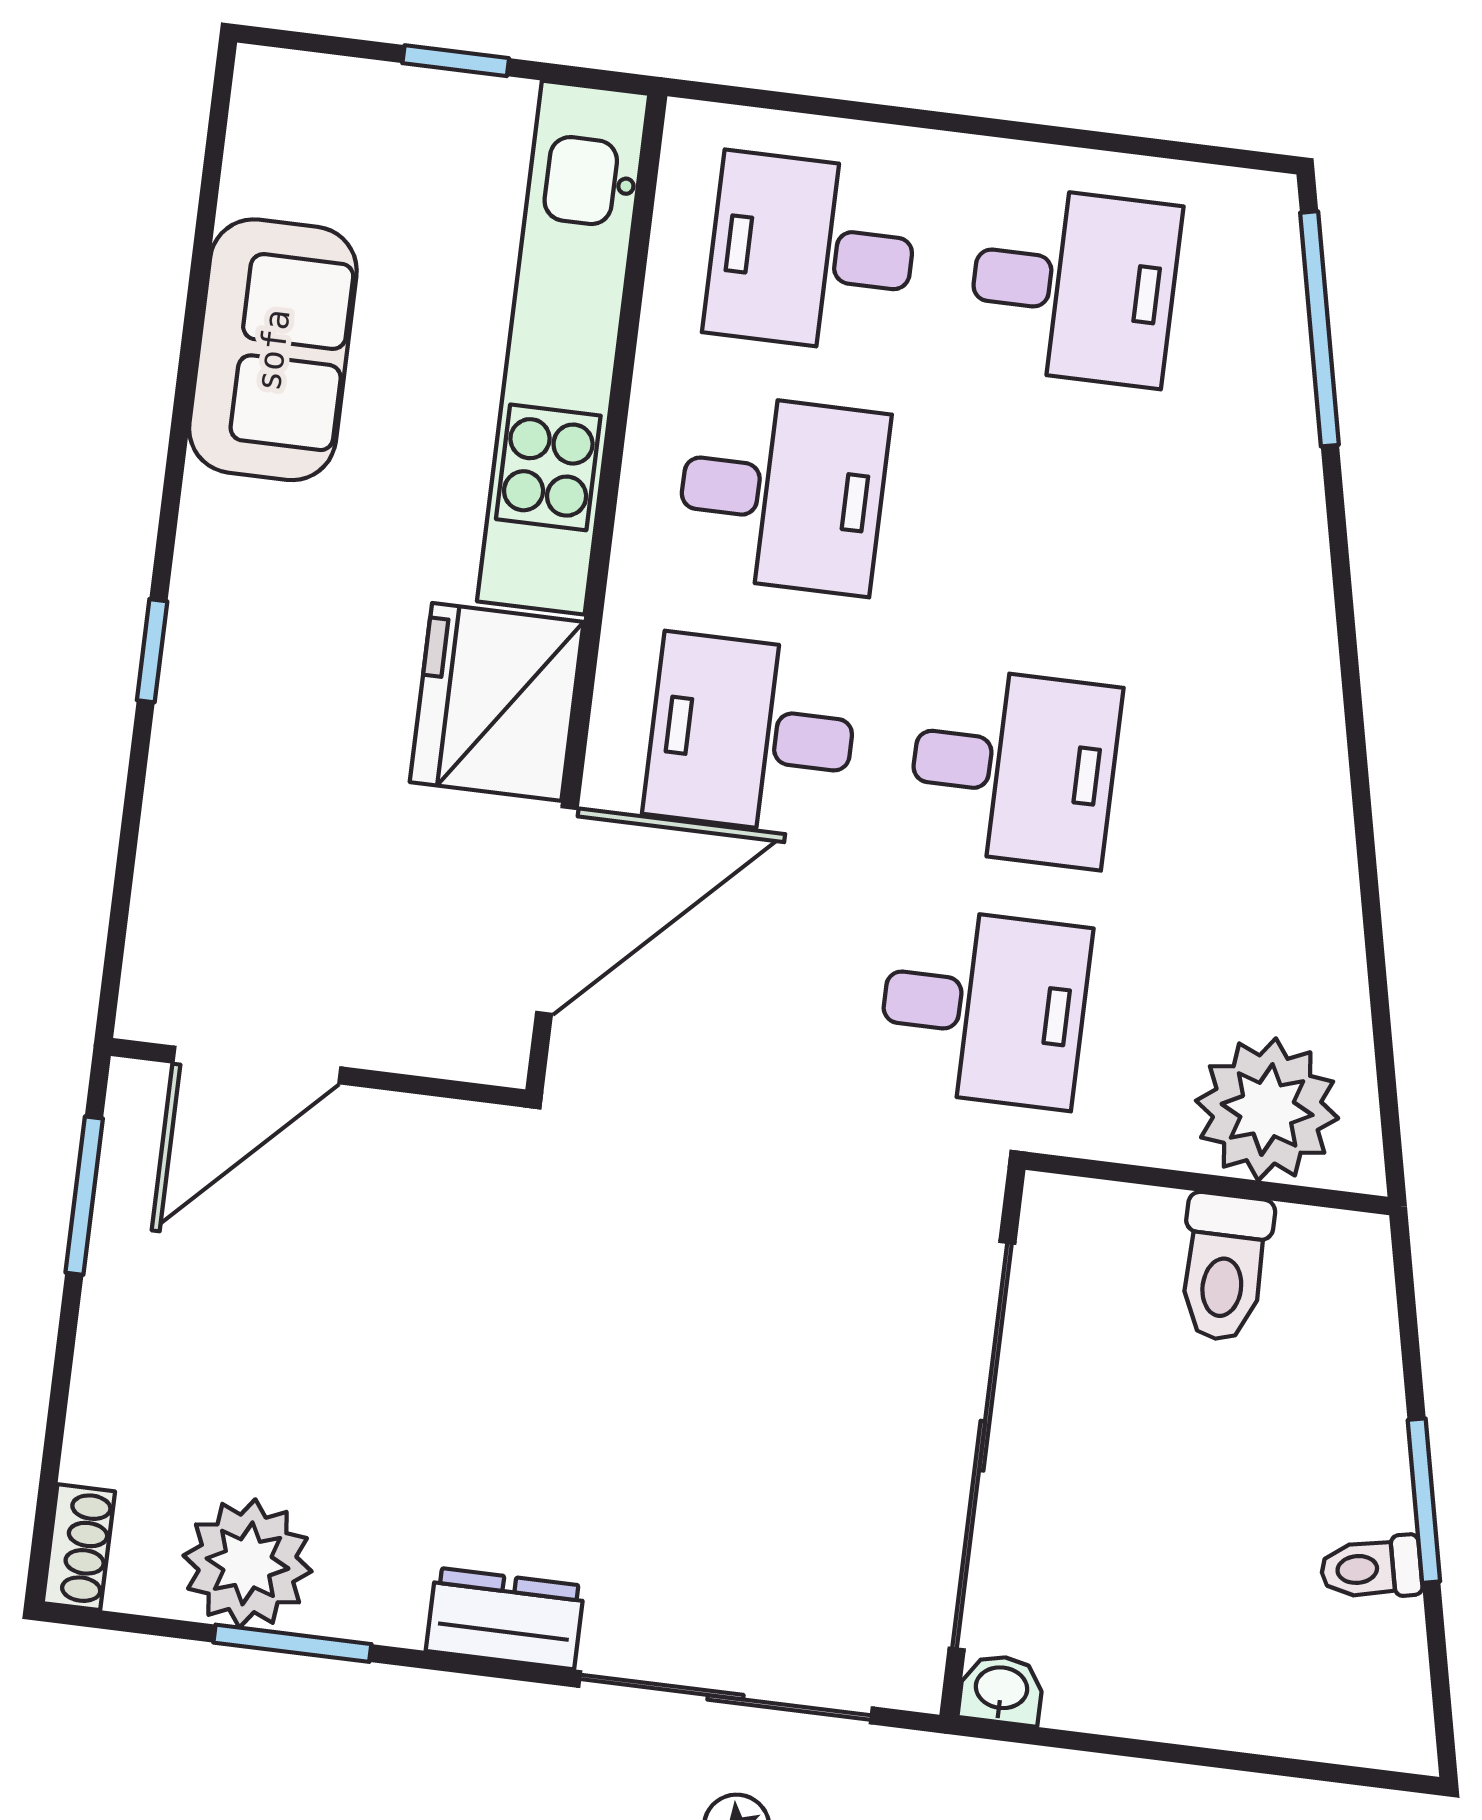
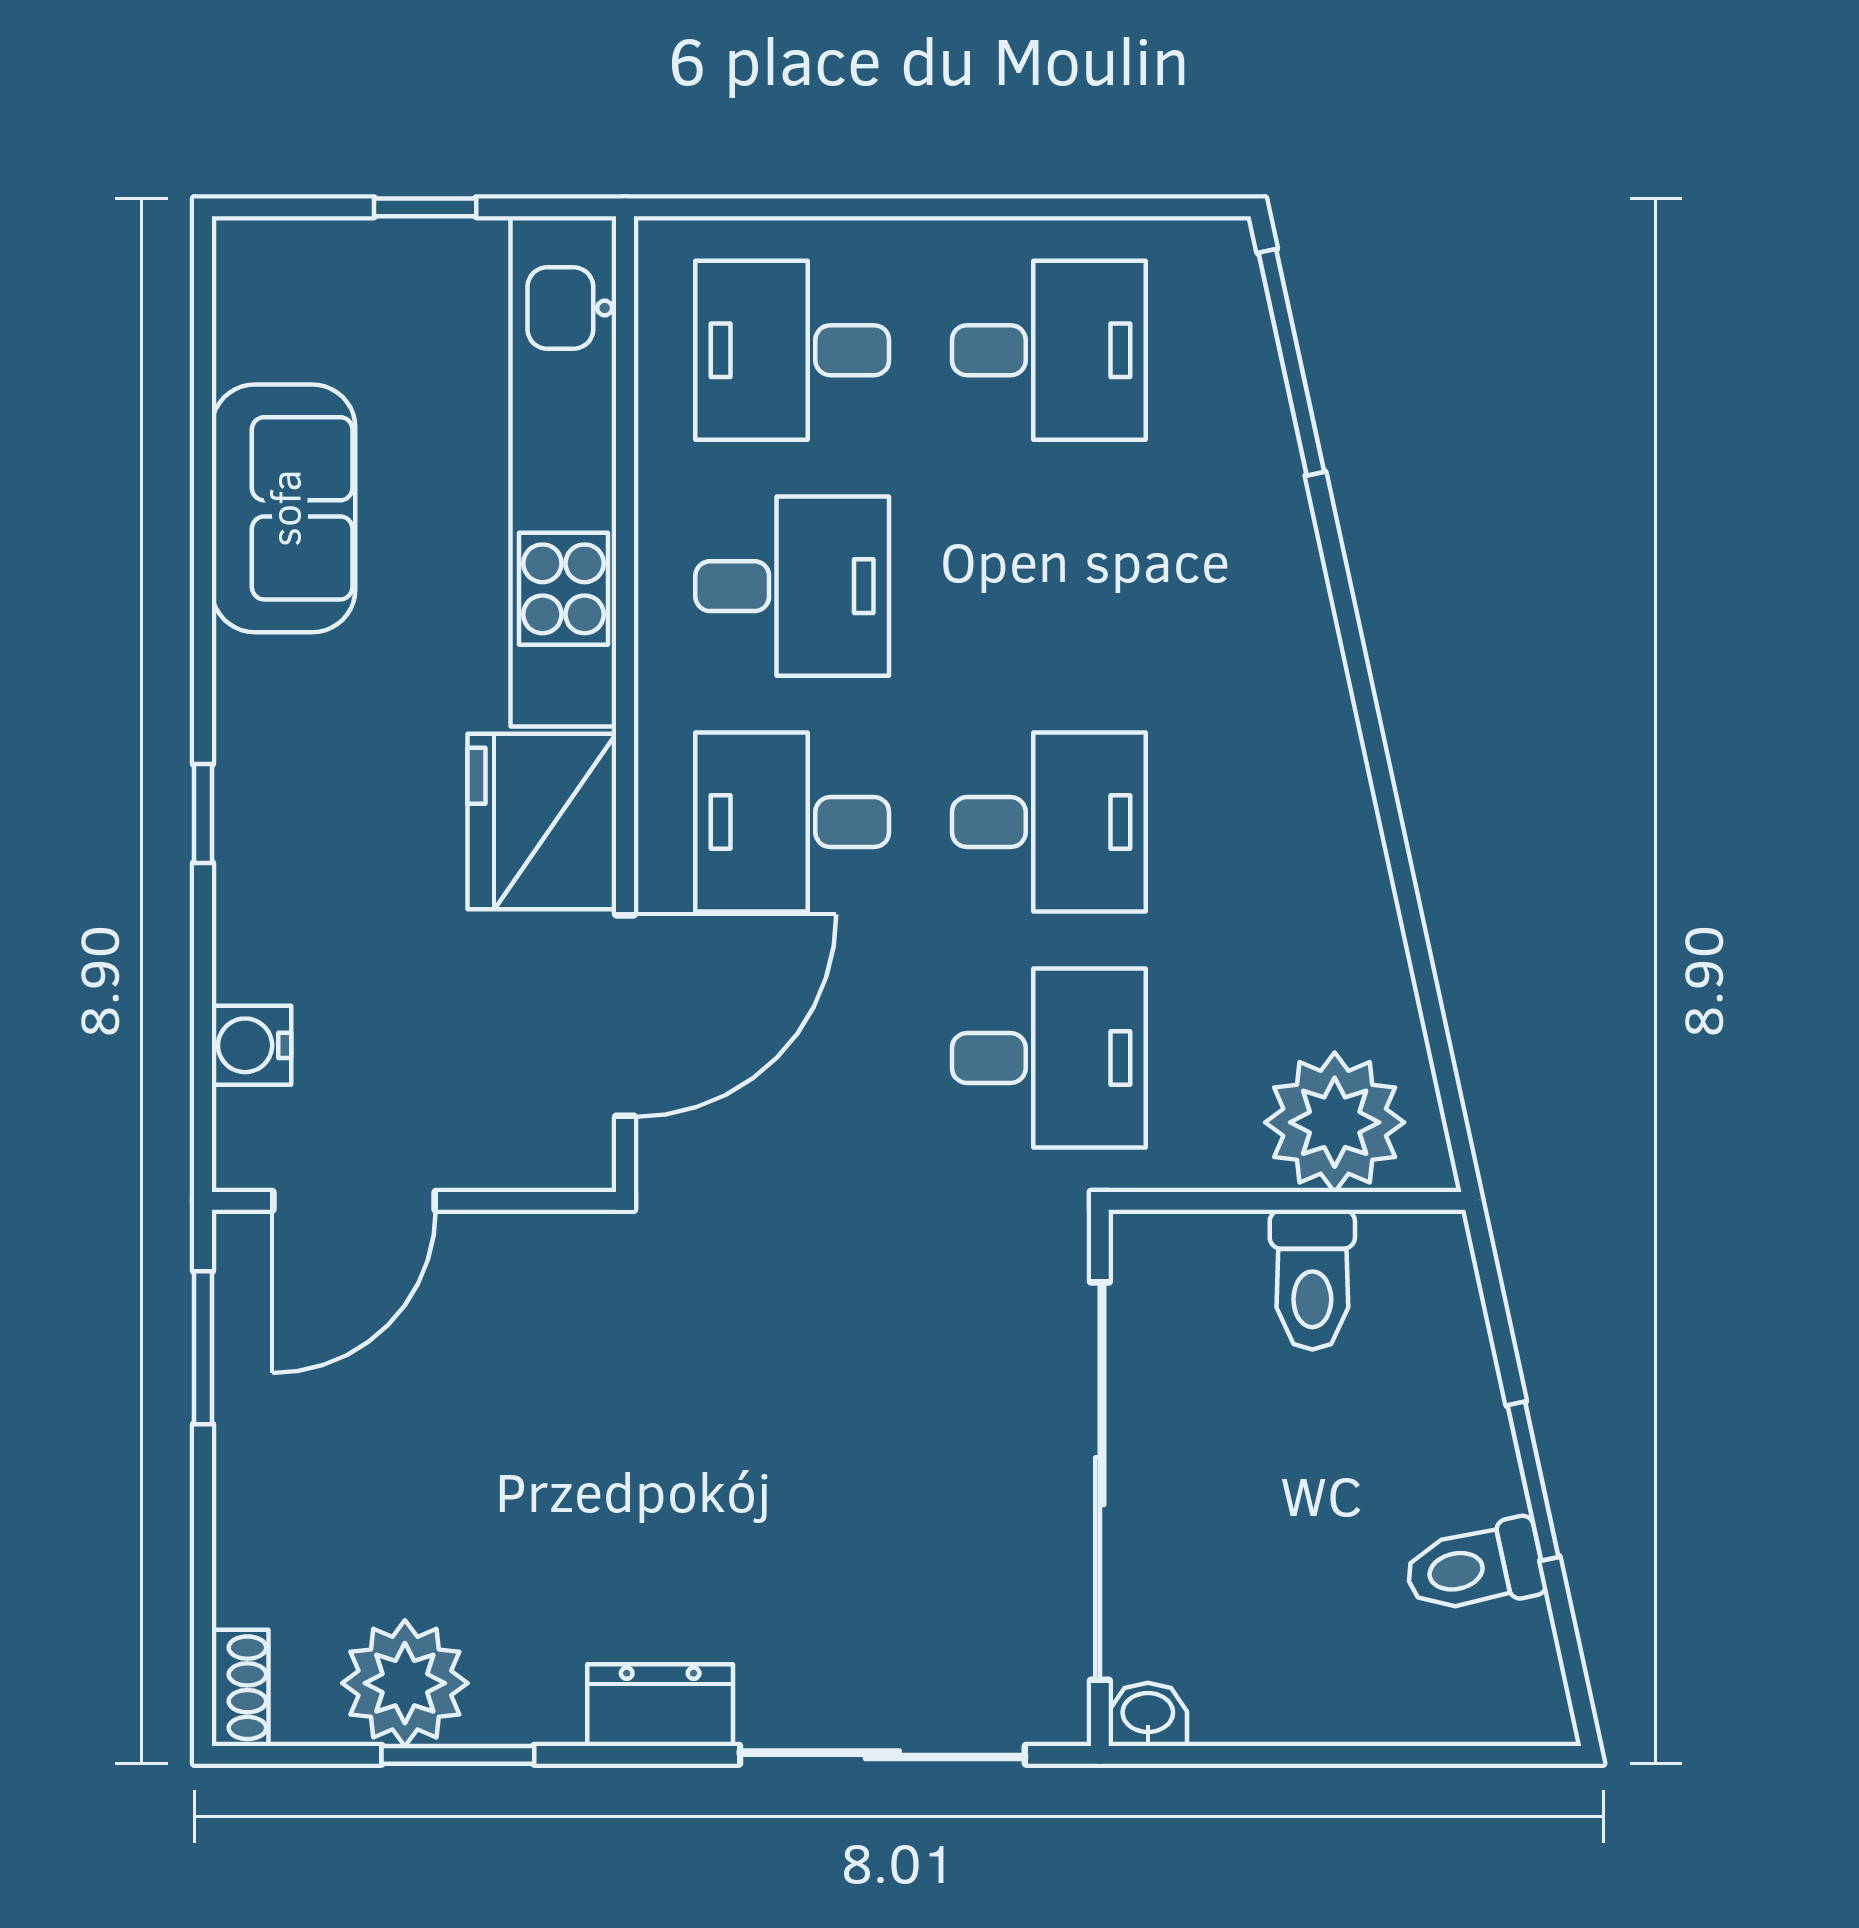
water cooler: (172, 893) -> (251, 1045), added
toilet: (1371, 1568) -> (1474, 1567), width x1.37, depth x1.39

